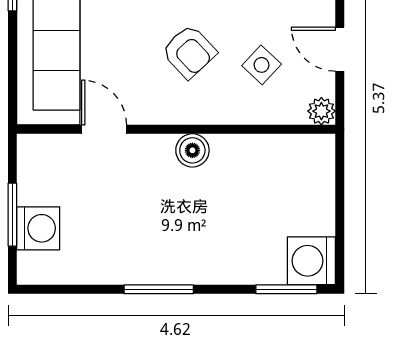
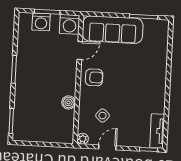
armchair: (189, 52) -> (94, 77), moved, turned -137
boiler: (192, 150) -> (69, 102), moved
washing machine: (311, 261) -> (70, 24), moved, turned 180

